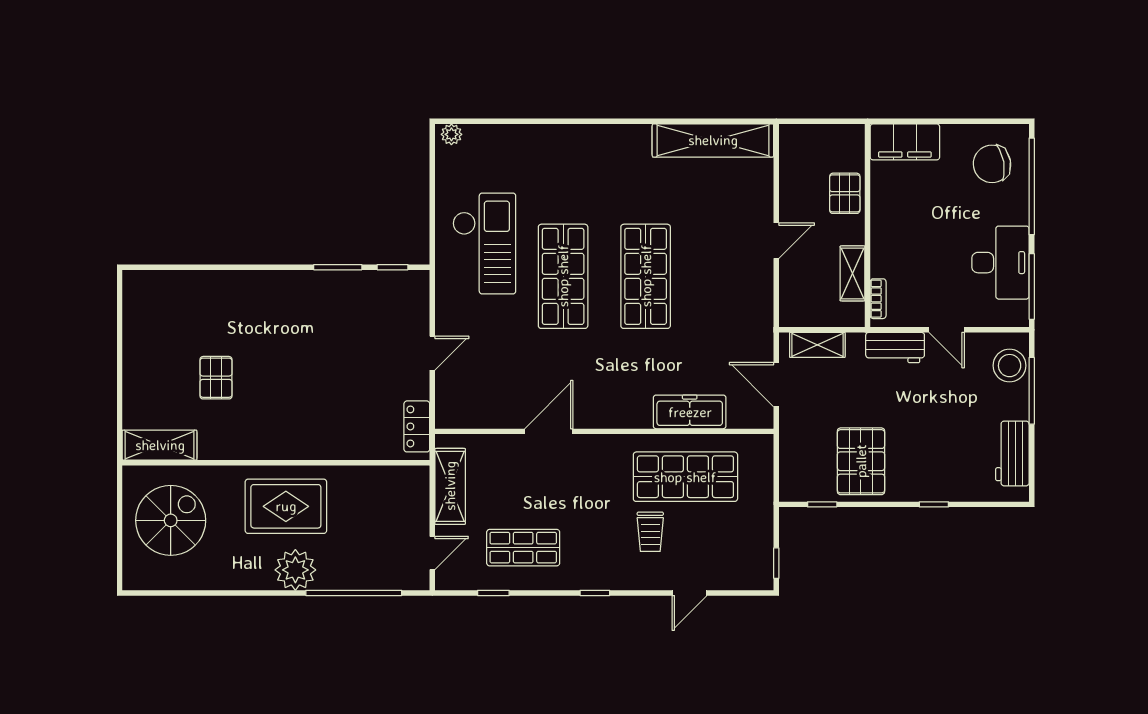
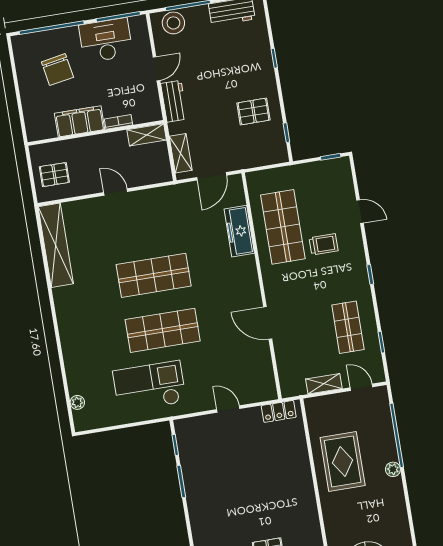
plant: (451, 134) -> (77, 402), moved
filing cabinet: (905, 142) -> (80, 121), moved, turned -90
chair: (992, 164) -> (57, 70), moved
pallet: (845, 193) -> (54, 175), moved
shelving: (853, 273) -> (147, 135), moved
bookcase: (878, 299) -> (118, 122), moved
pallet: (861, 461) -> (253, 112), width x0.67, depth x0.71
shelving: (450, 486) -> (324, 384), width x0.67, depth x0.75
rug: (286, 506) -> (343, 461), moved
plant: (295, 570) -> (393, 469), width x0.53, depth x0.53

